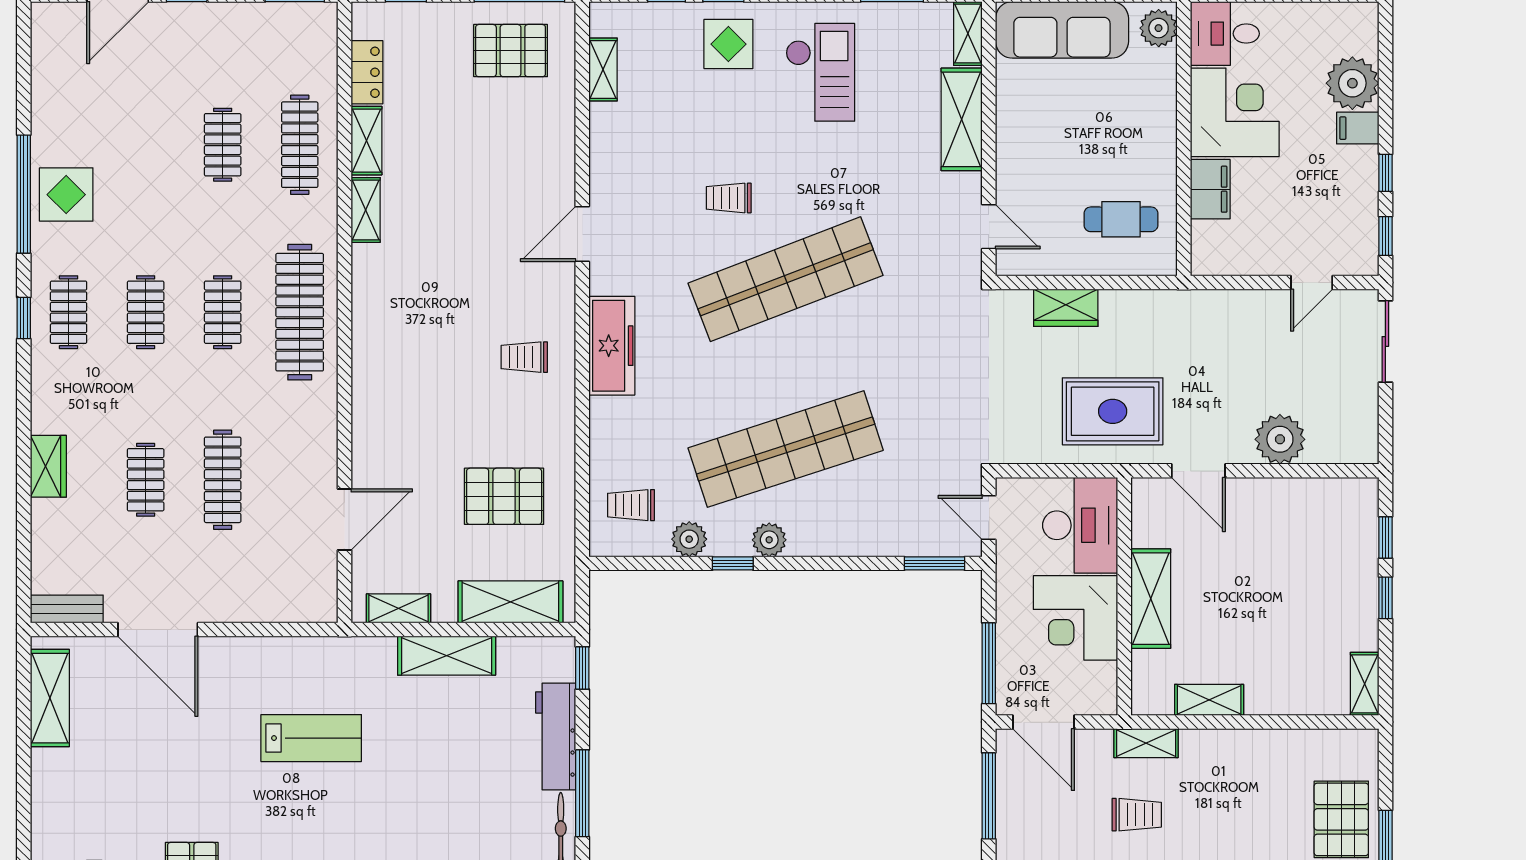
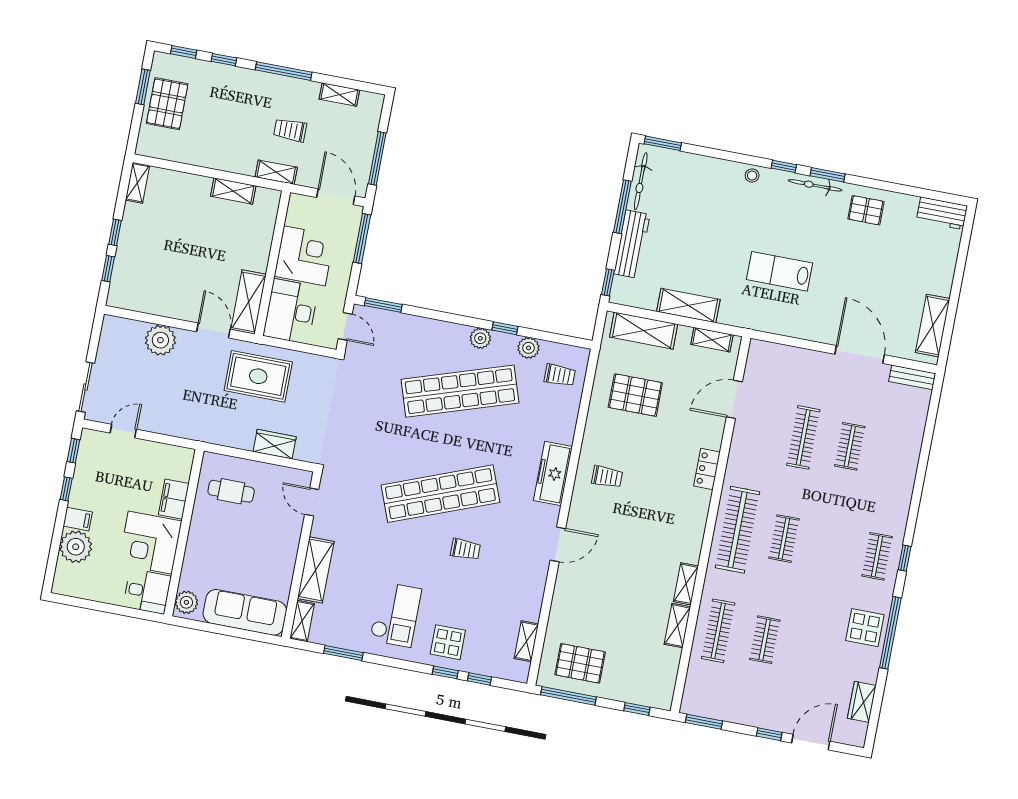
locker: (367, 72) -> (707, 469), moved
checkout: (820, 72) -> (396, 615), turned 180
clothes rail: (146, 312) -> (830, 547), removed
wardrobe: (48, 466) -> (862, 702), moved
shelving: (1151, 599) -> (249, 302), moved

